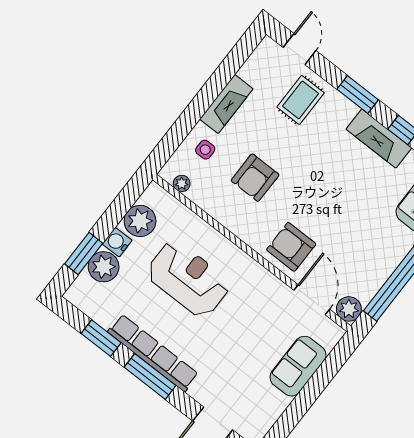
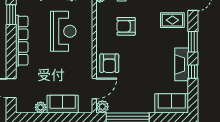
armchair: (291, 247) -> (109, 63), turned 180
window: (150, 376) -> (11, 47), removed
plant: (277, 404) -> (41, 107), added

